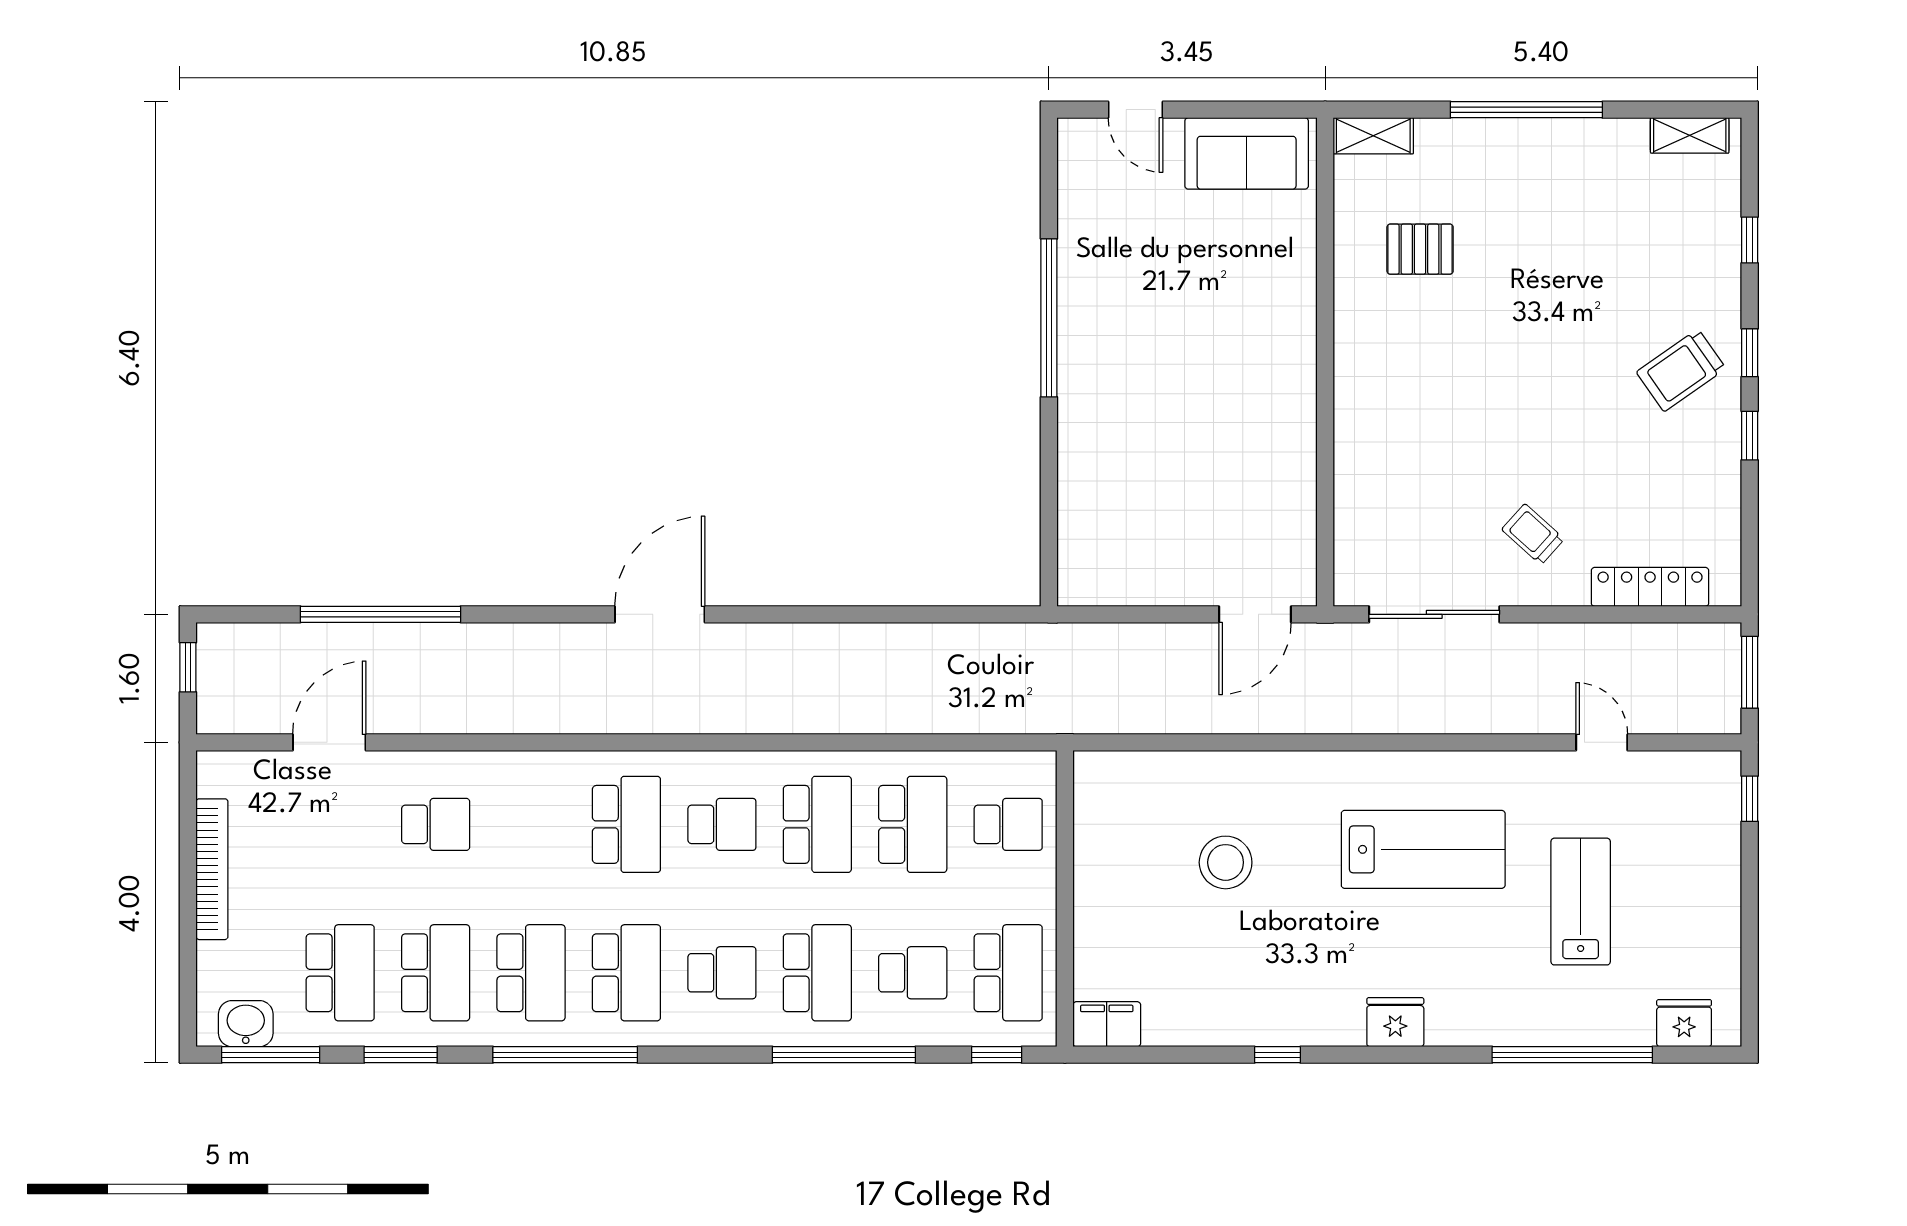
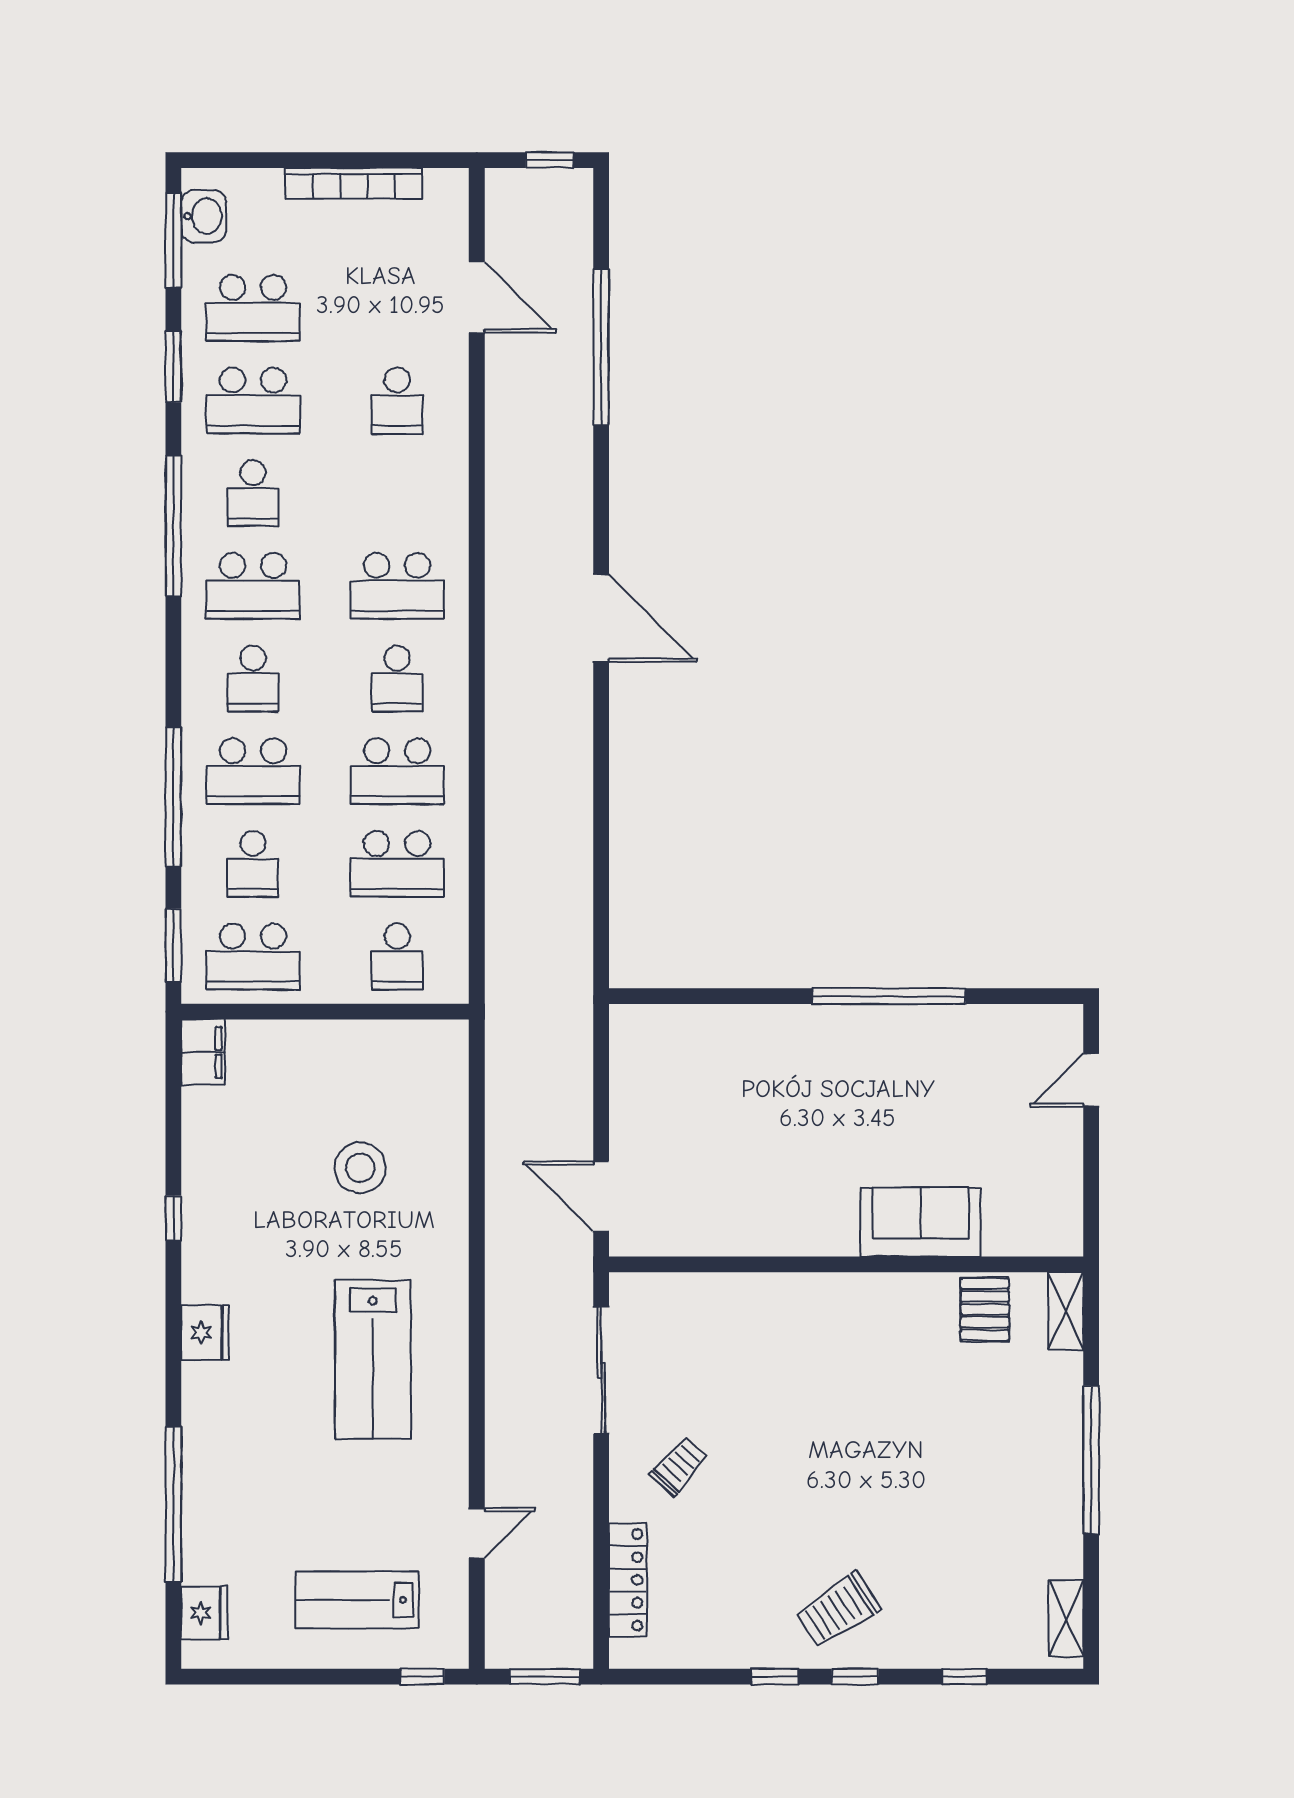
sofa: (1247, 153) -> (921, 1222), moved, turned 90
pallet: (1420, 249) -> (985, 1309), moved
trolley: (1681, 370) -> (838, 1610), turned -88
lab bench: (1581, 902) -> (357, 1600), moved, turned 180
school desk: (531, 973) -> (253, 493), width x0.54
window: (997, 1055) -> (173, 945), width x1.50

